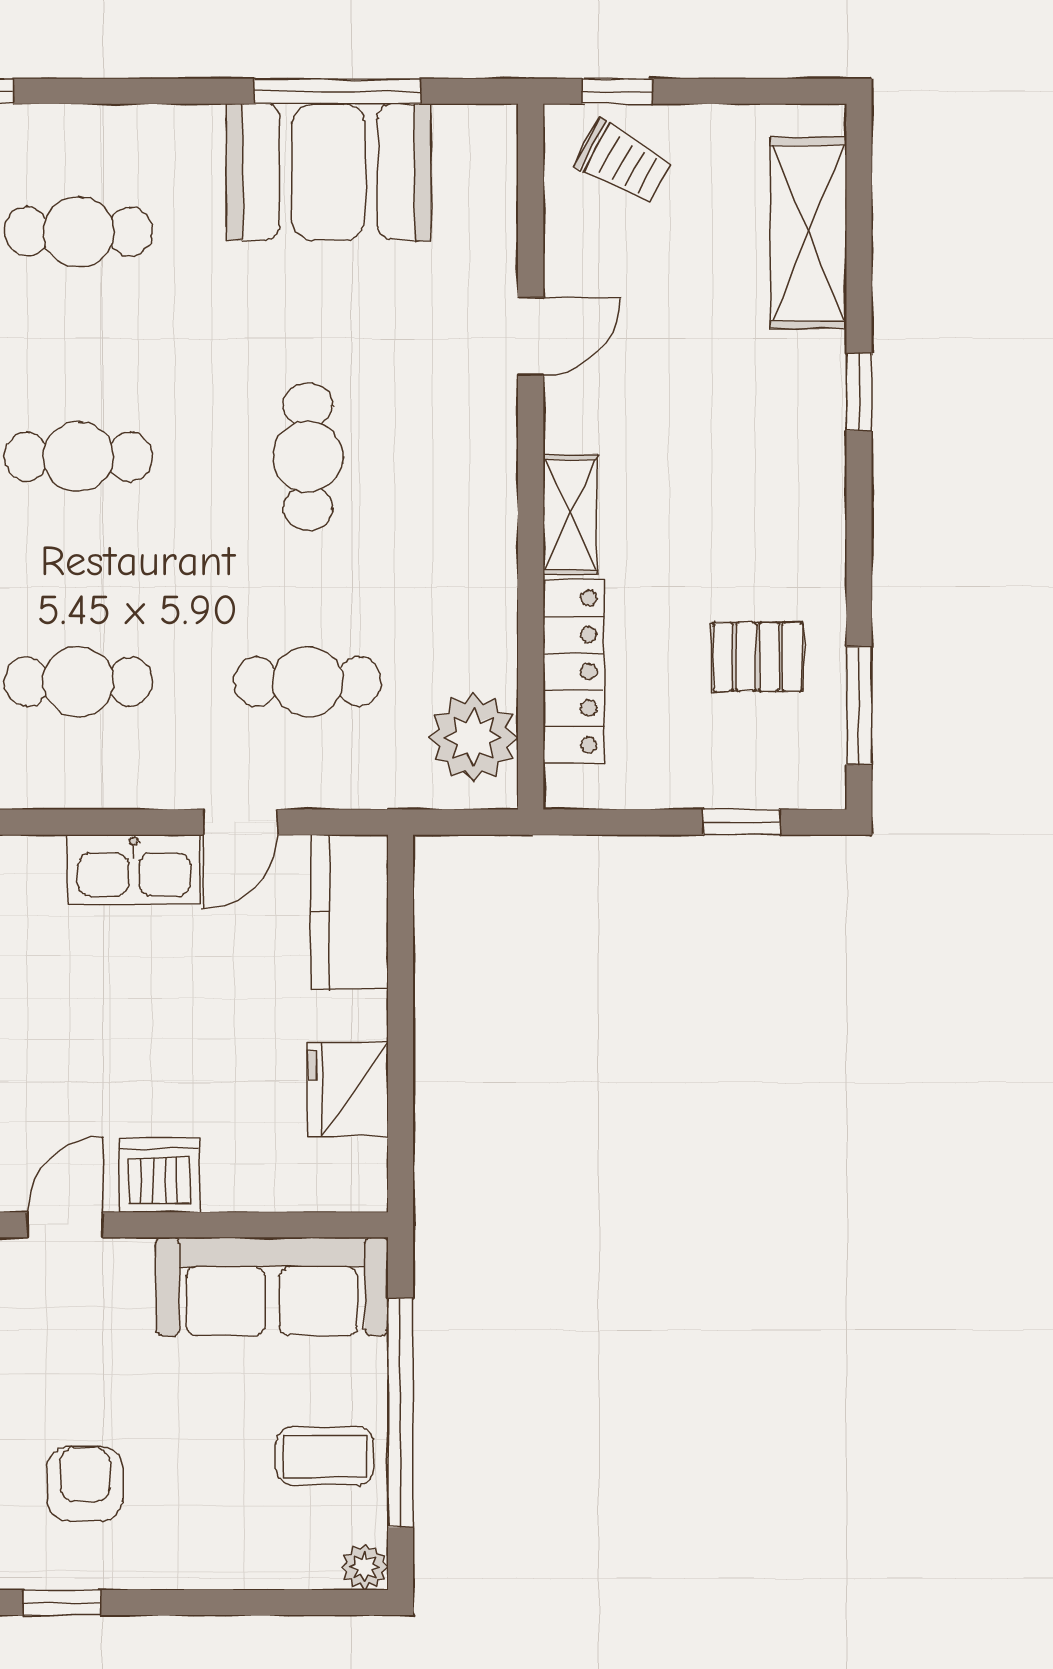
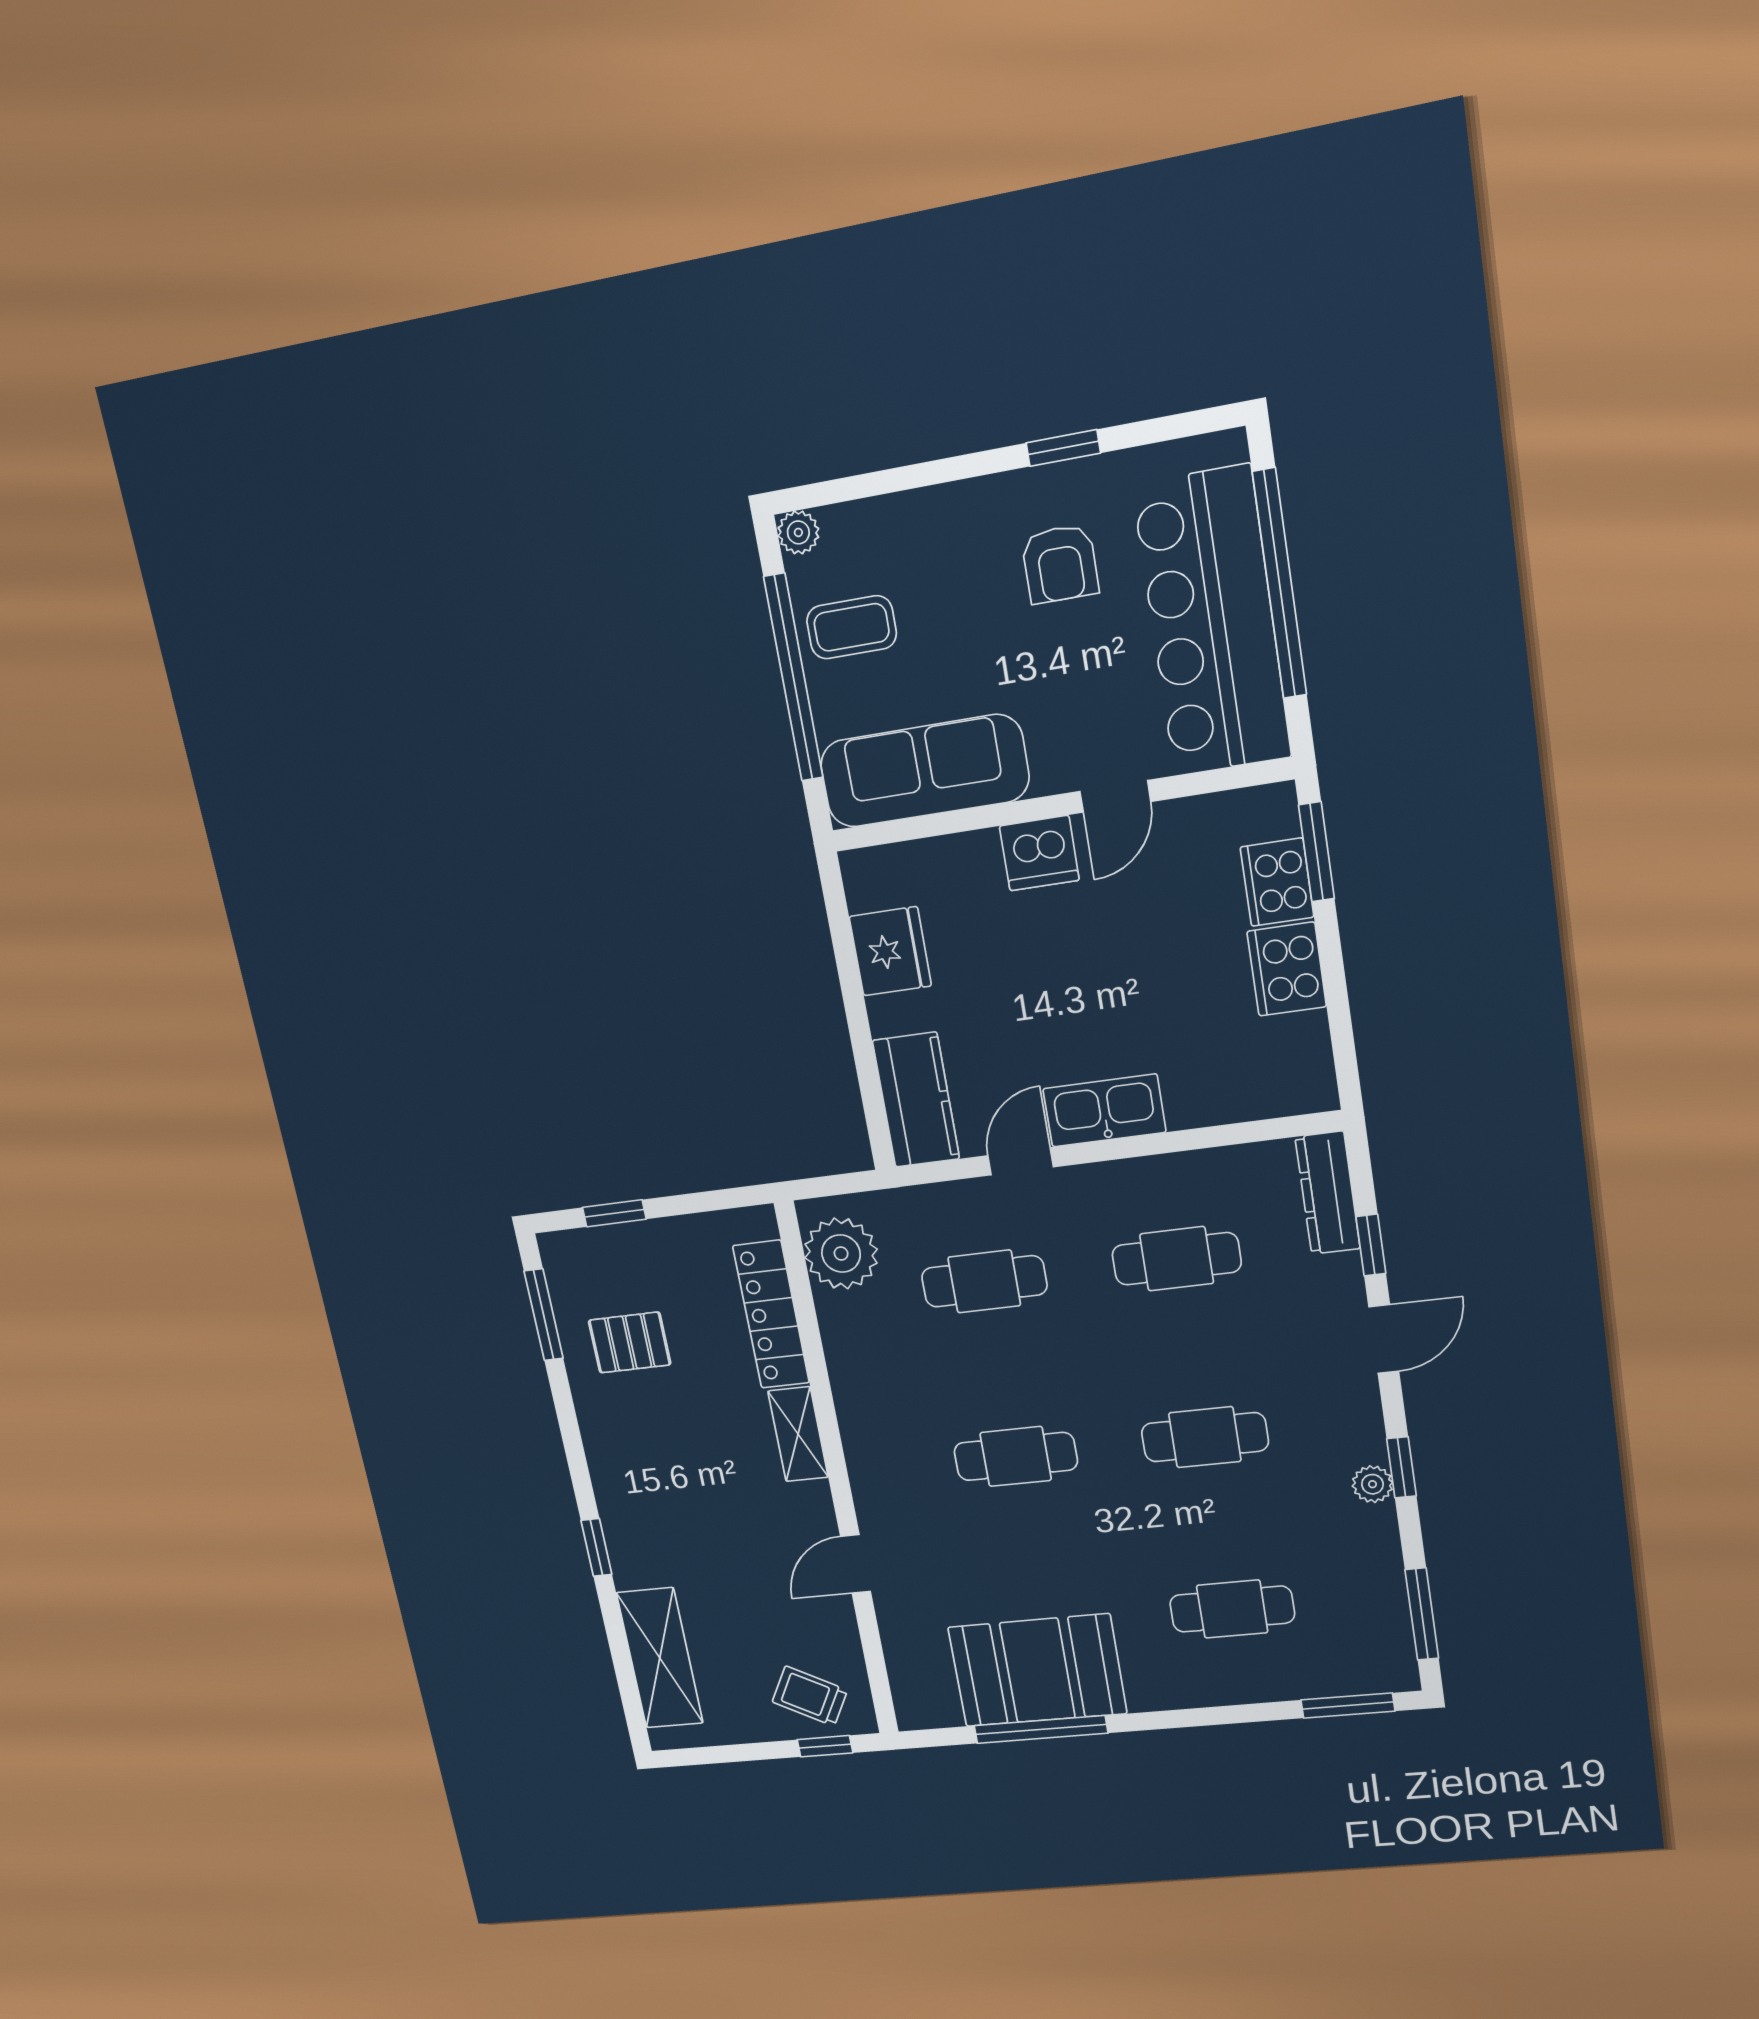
cafe table: (308, 457) -> (1016, 1456), turned 90

